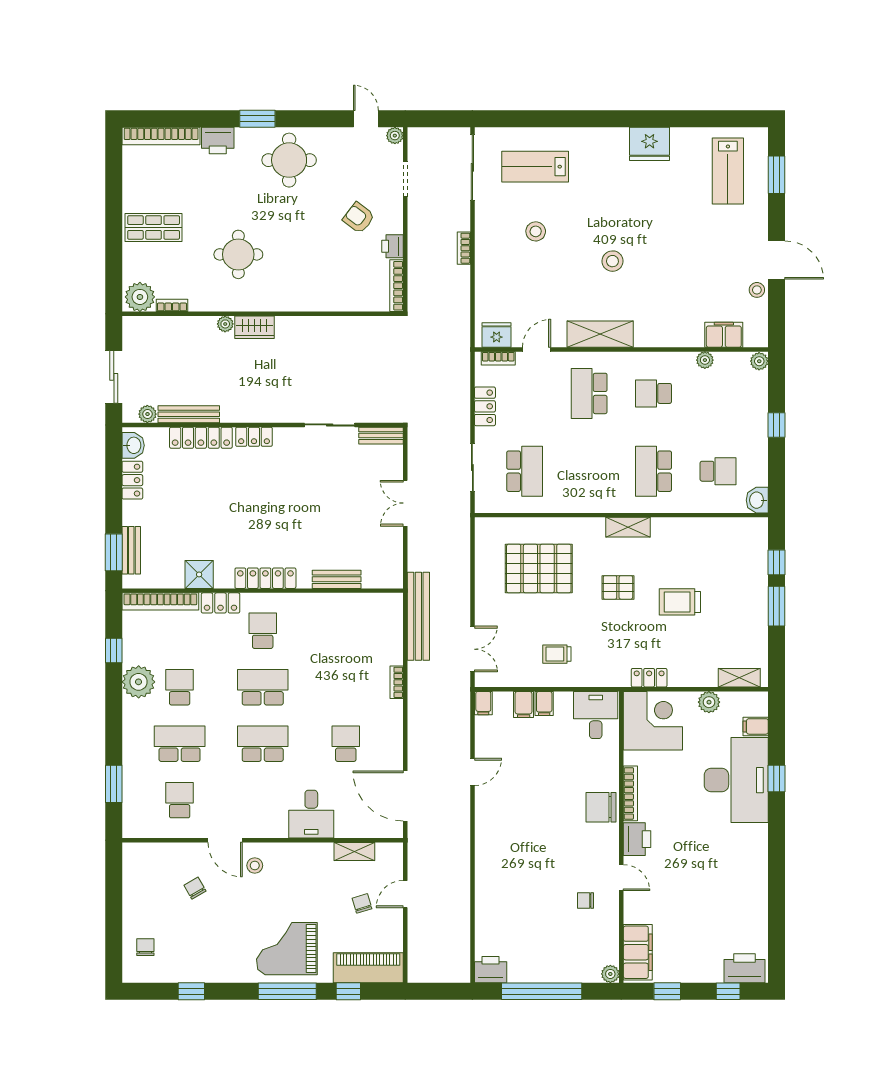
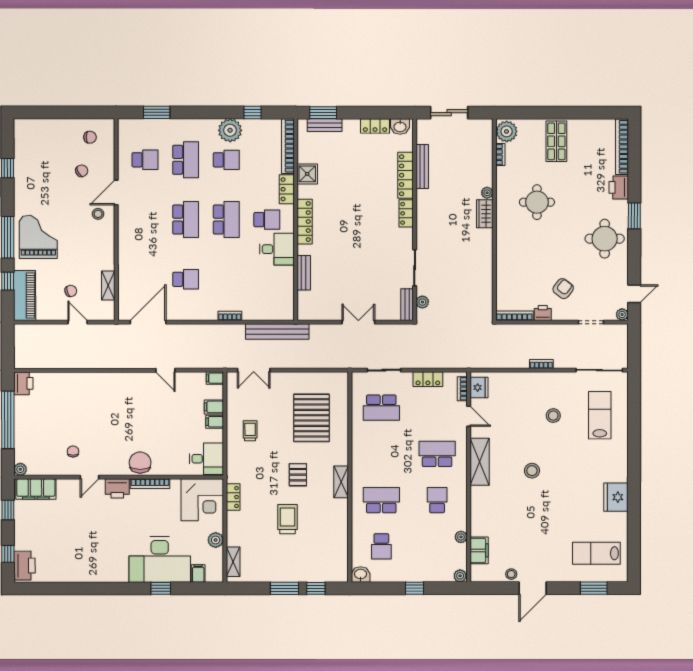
plant: (147, 414) -> (422, 302), moved
desk: (311, 814) -> (277, 249), moved, turned 180
chair: (145, 947) -> (90, 137), moved

